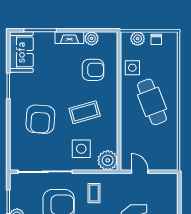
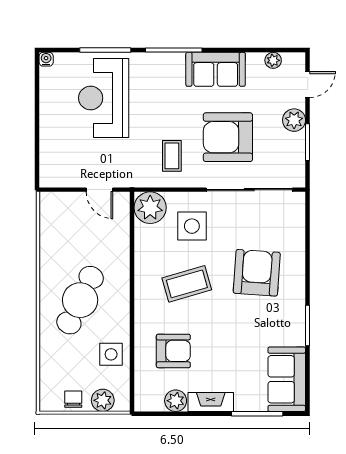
armchair: (93, 70) -> (173, 351), turned 180
cafe table: (152, 102) -> (80, 300), turned 47

